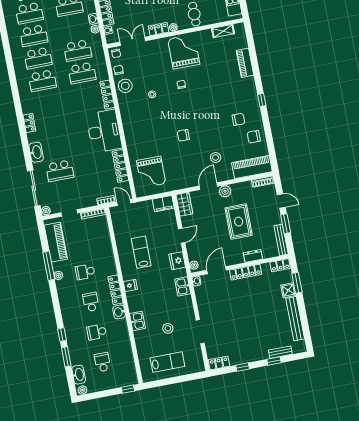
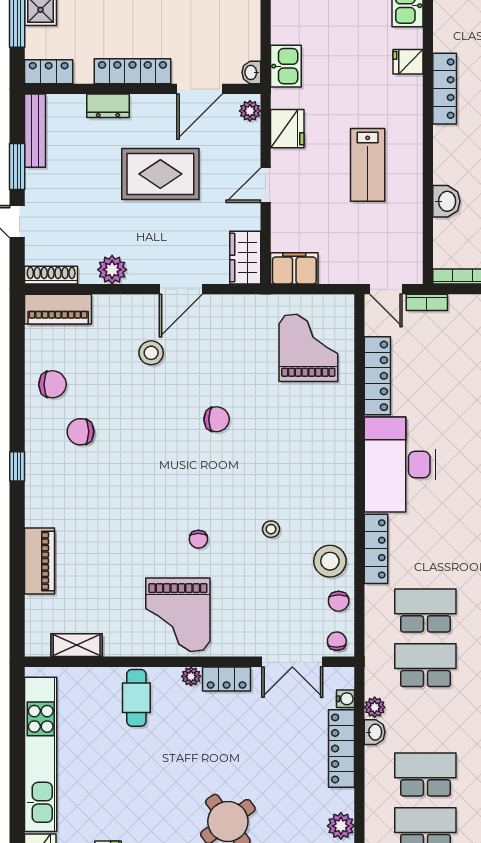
piano: (252, 167) -> (58, 309), width x0.73, depth x0.75
plant: (225, 191) -> (112, 270), moved
rug: (239, 222) -> (160, 174), moved, turned 90
fridge: (130, 285) -> (408, 62), moved
washbasin: (119, 312) -> (446, 201), moved

